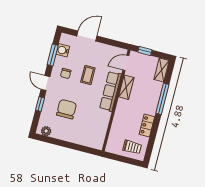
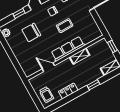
door: (126, 63) -> (48, 67), moved
window: (162, 99) -> (93, 85), width x0.46
chair: (67, 109) -> (31, 33), turned 180

